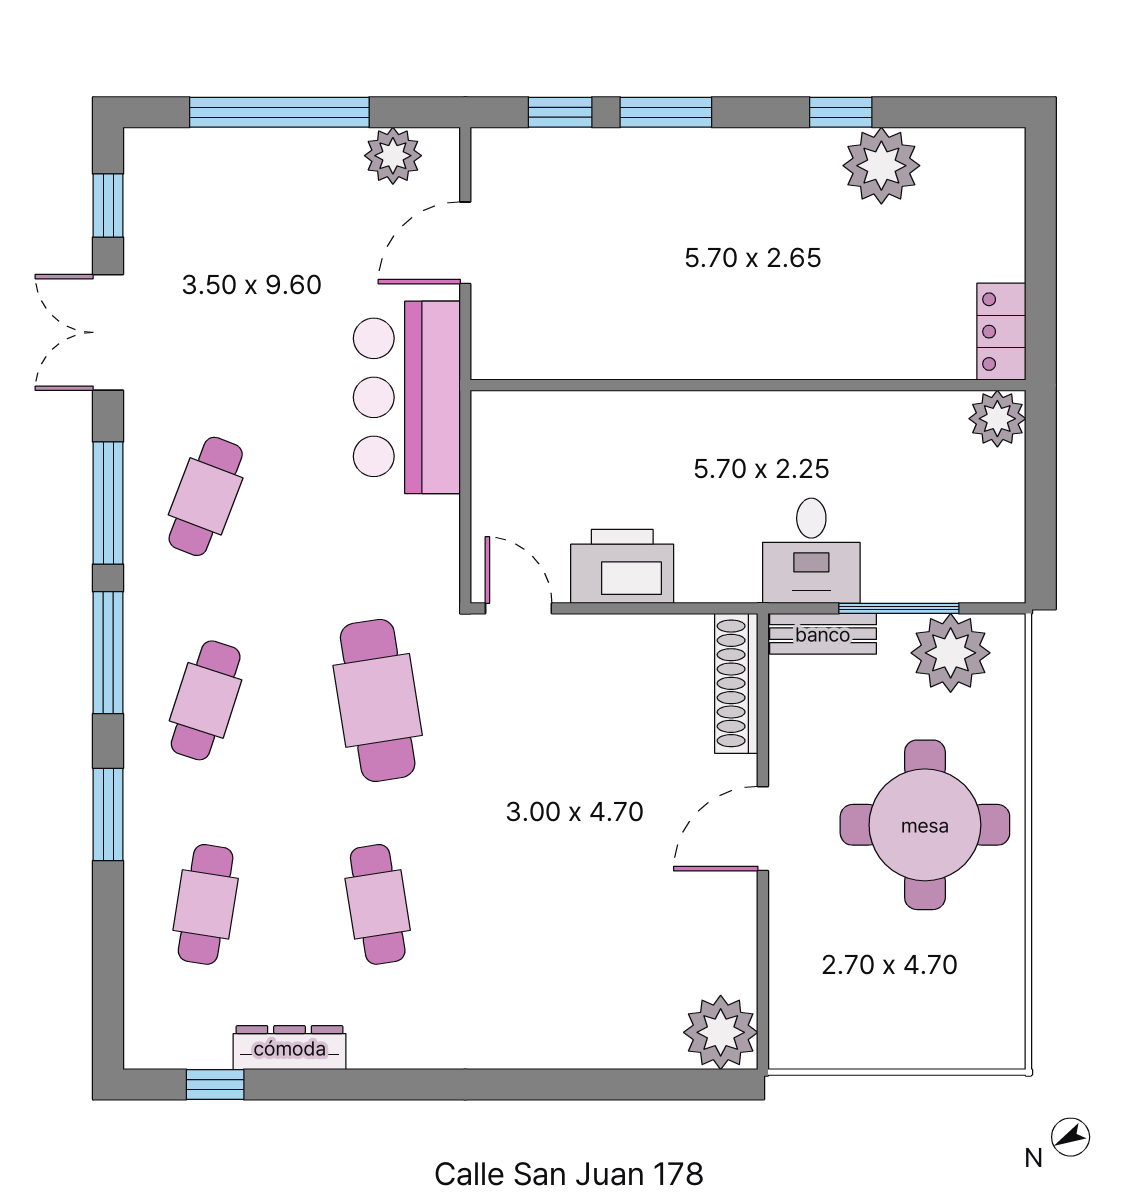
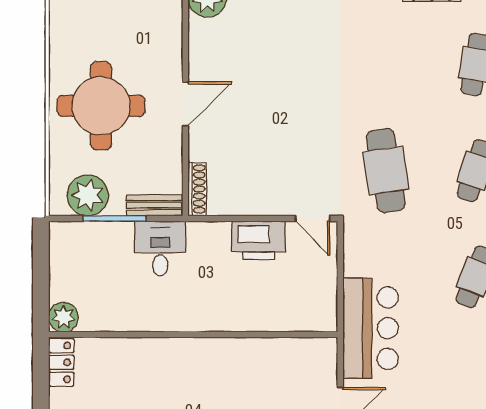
shoe rack: (736, 683) -> (197, 189), width x0.74, depth x0.81
cafe table: (378, 904) -> (386, 64), removed

